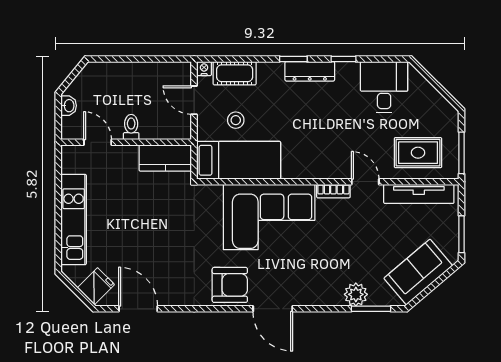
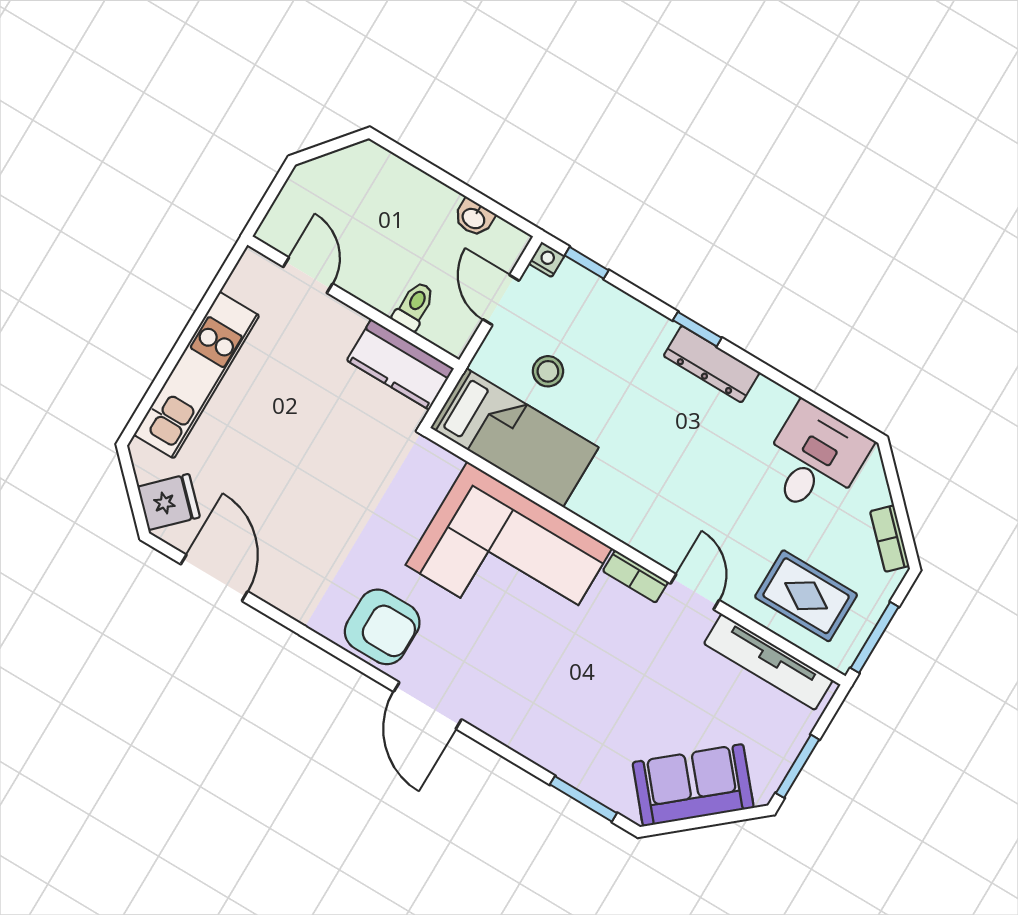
window: (344, 59) -> (587, 263), moved
cot: (235, 73) -> (591, 296), removed
bookcase: (441, 103) -> (890, 539), added
washbasin: (69, 106) -> (474, 218), moved, turned 90
toilet: (131, 127) -> (414, 306), moved
plant: (356, 294) -> (573, 762), removed

